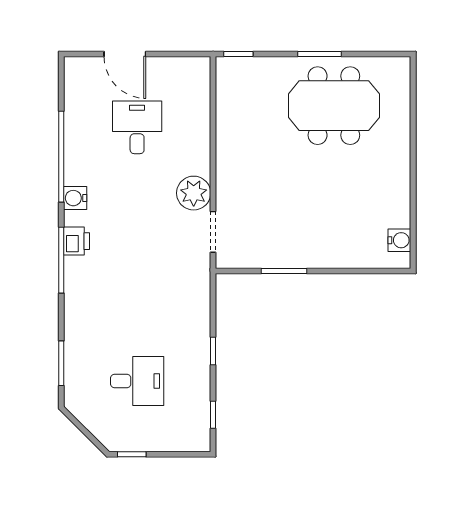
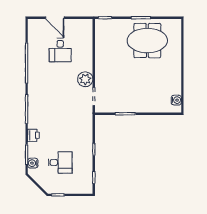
desk: (137, 127) -> (60, 50), turned 180
water cooler: (75, 198) -> (33, 163), moved
printer: (76, 241) -> (33, 135), moved

